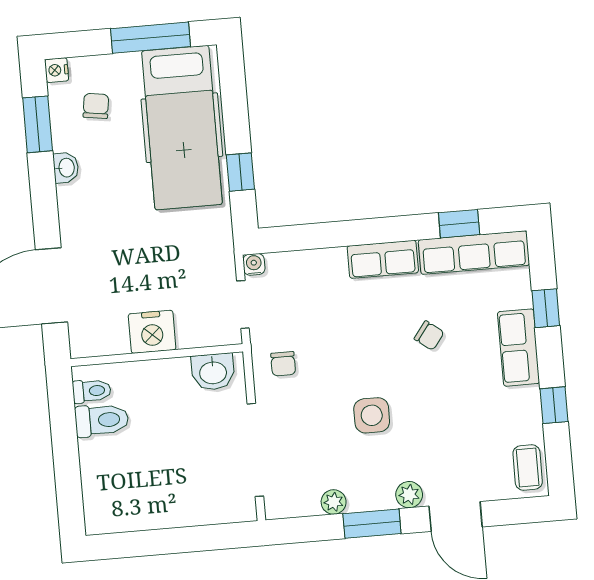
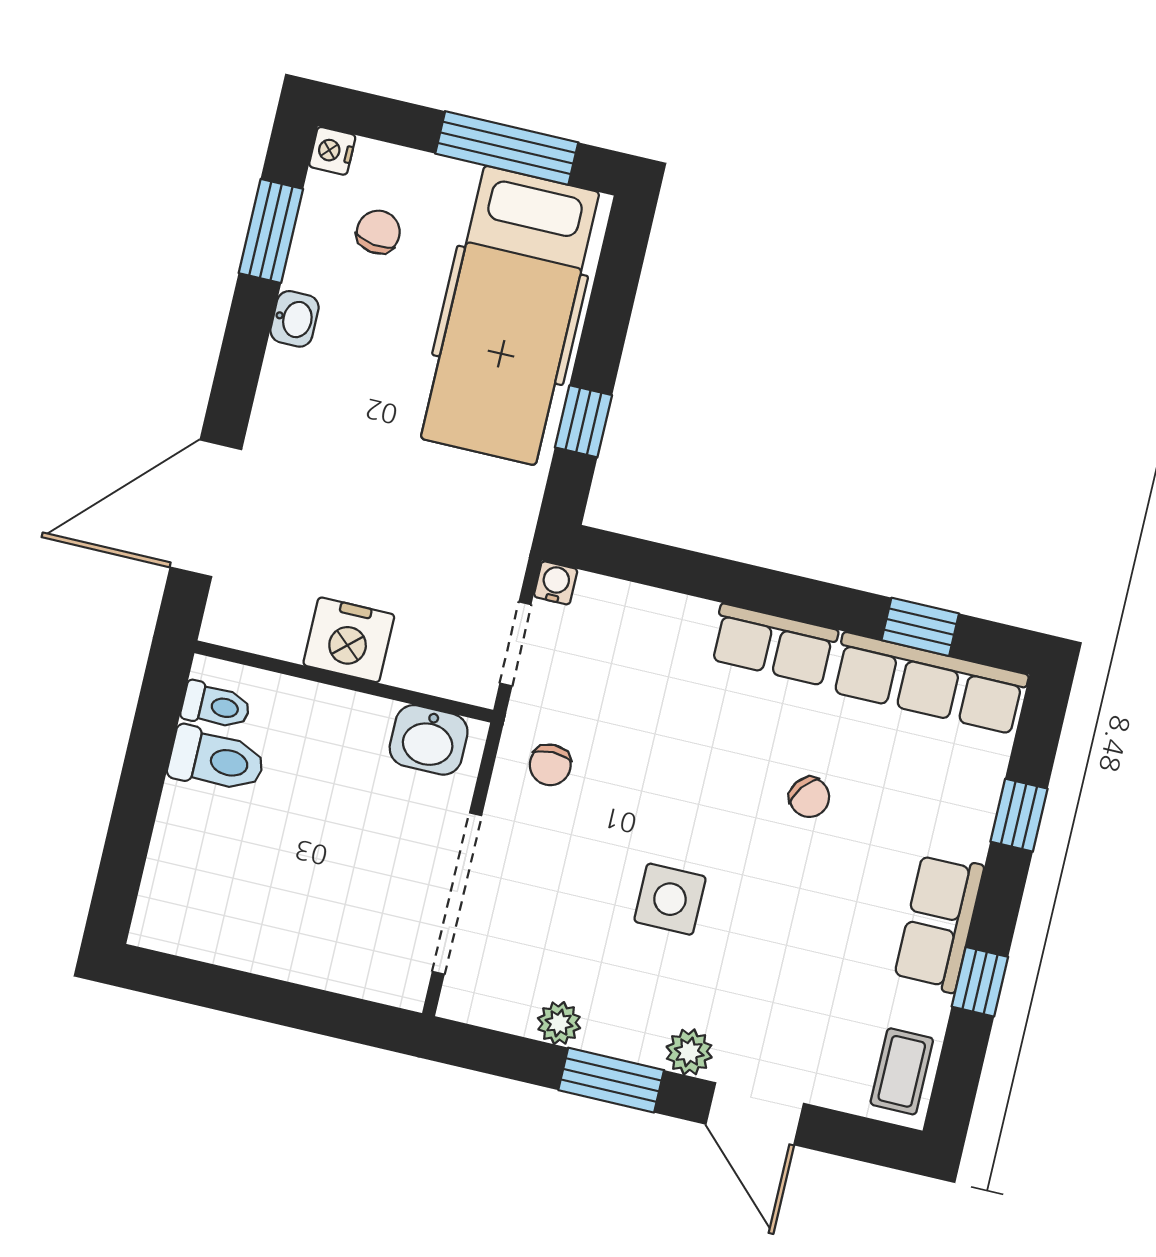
row of seats: (519, 348) -> (939, 923), moved

